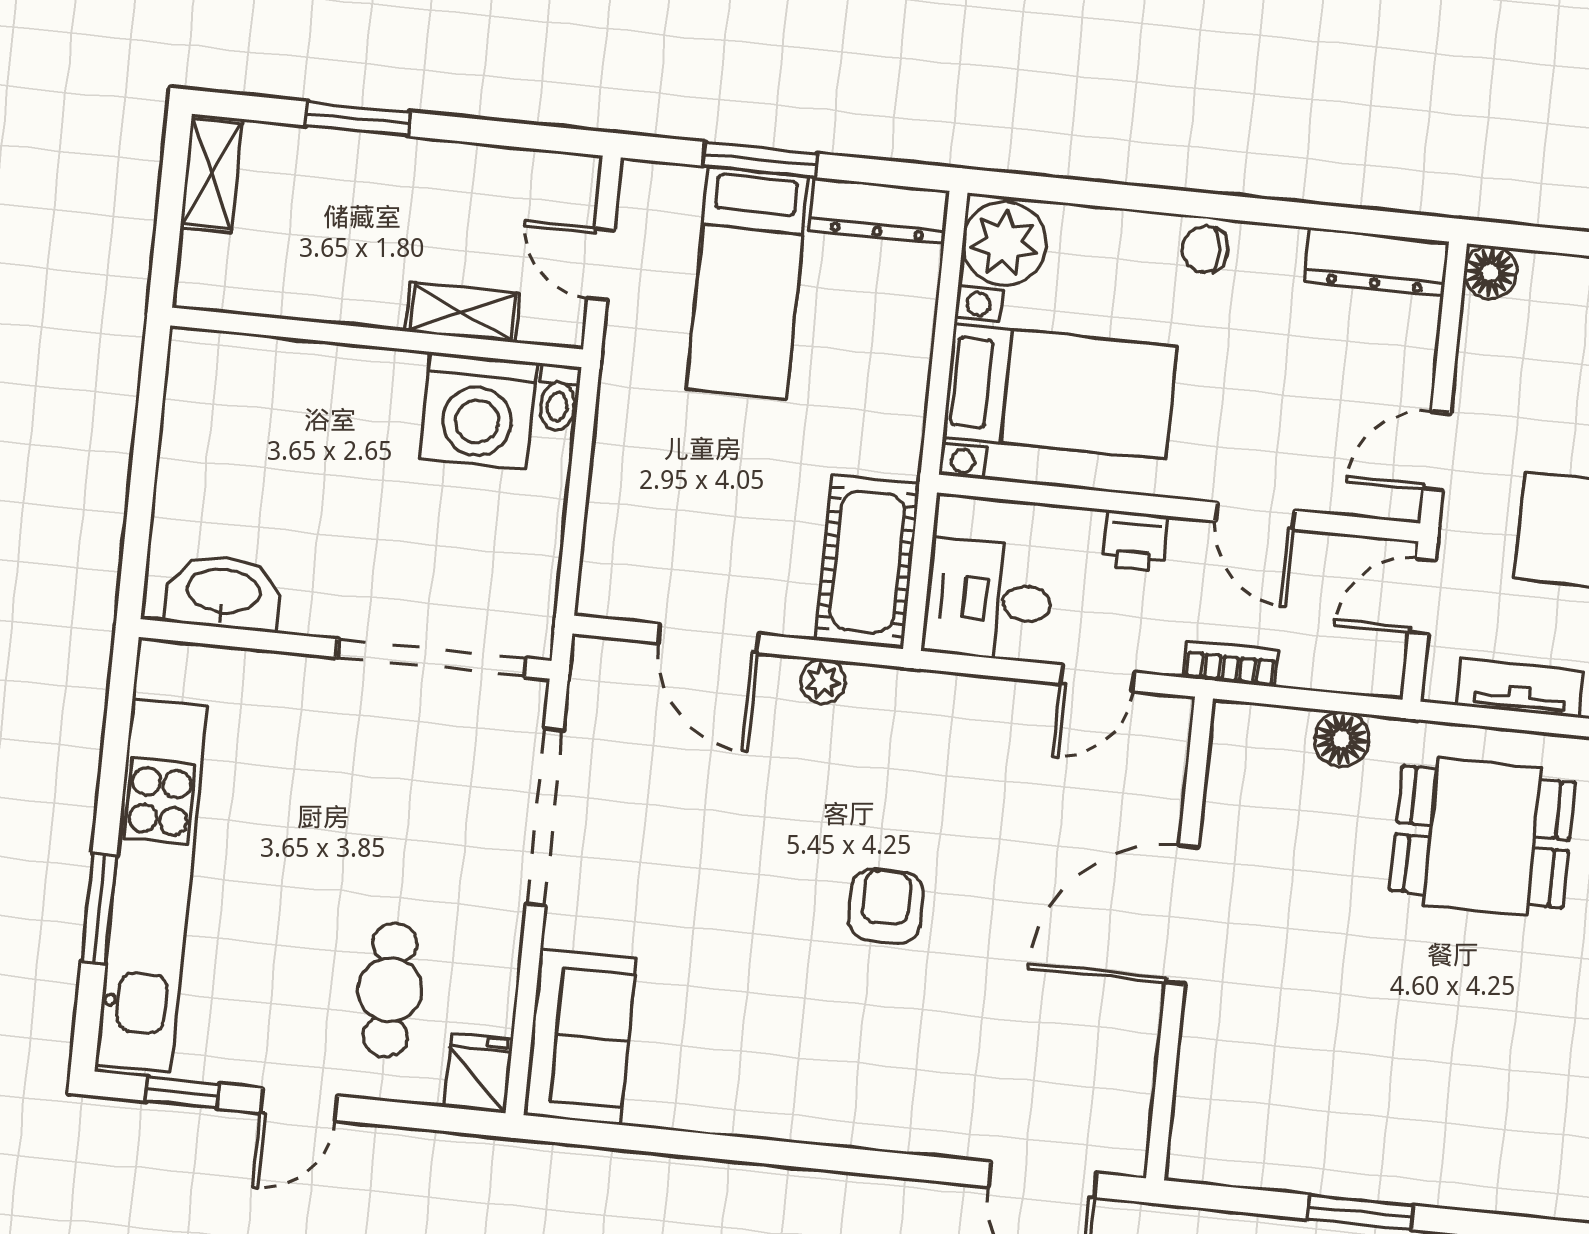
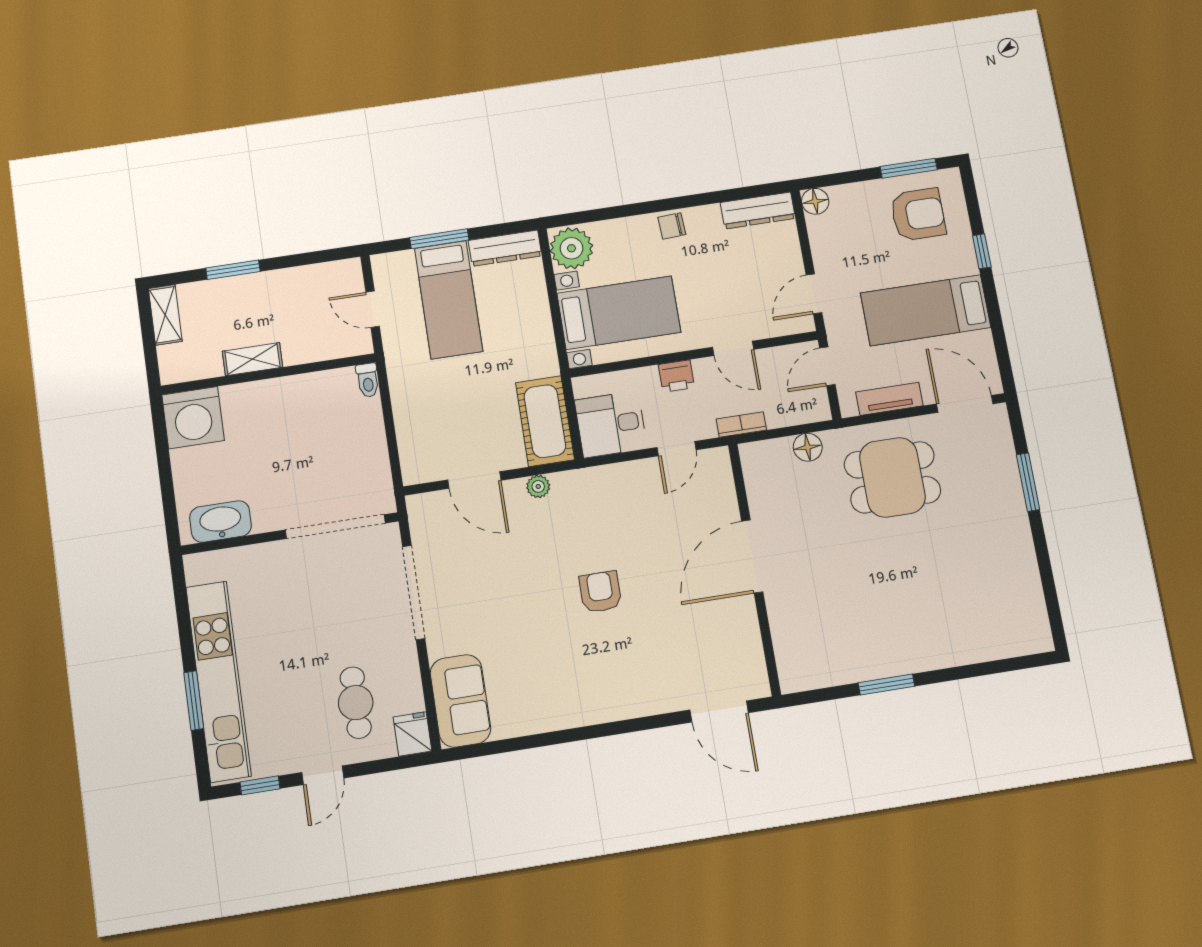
shelving: (463, 312) -> (253, 359), moved
washing machine: (478, 411) -> (193, 418), moved

